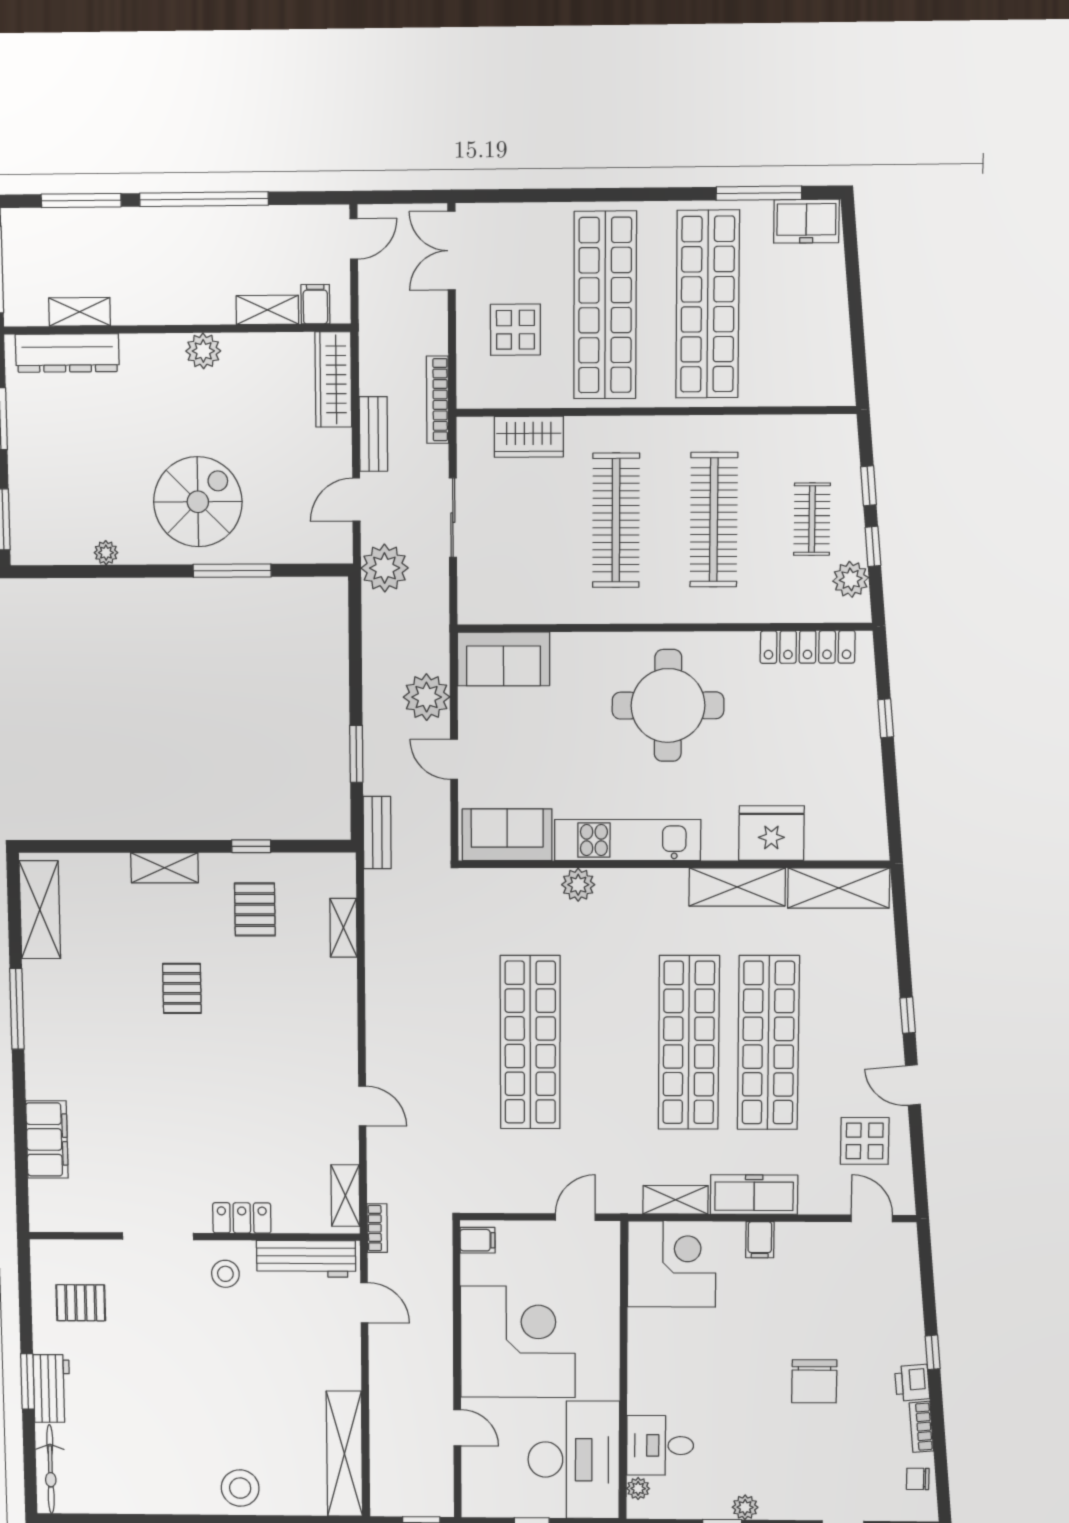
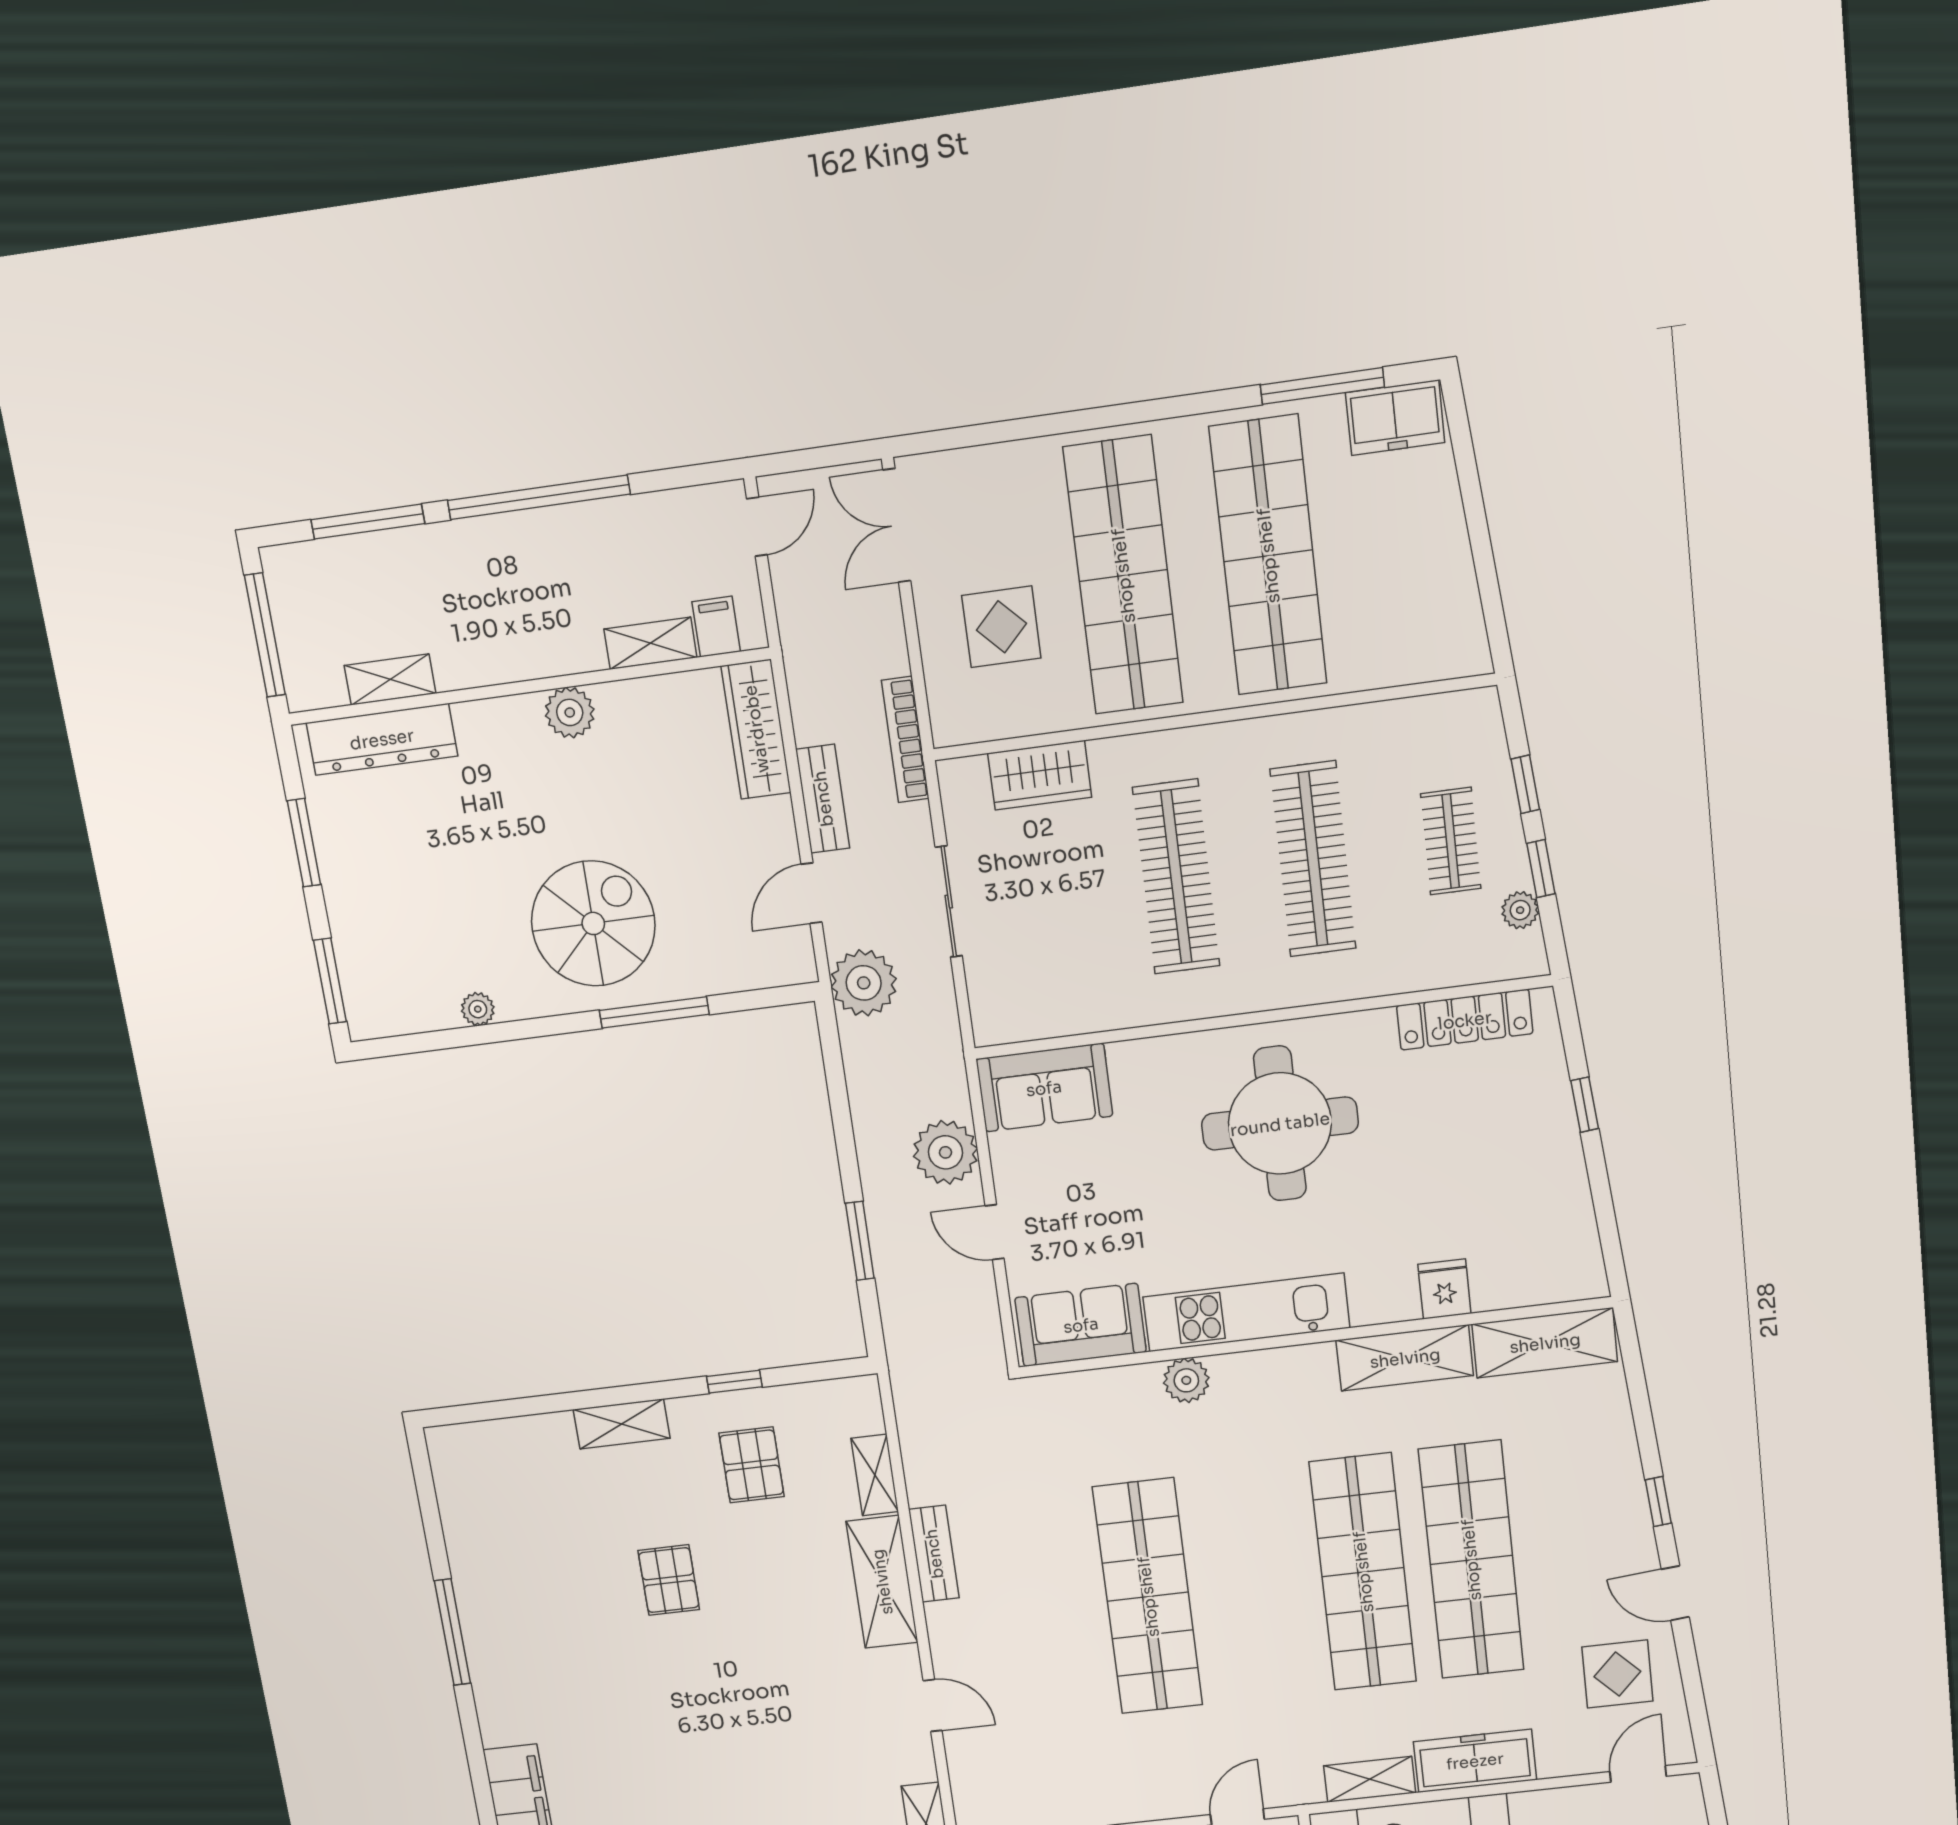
plant: (851, 579) -> (1520, 910), width x0.73, depth x0.73
bench: (377, 833) -> (934, 1554), moved
fridge: (771, 833) -> (1444, 1289), width x0.53, depth x0.75
shelving: (40, 910) -> (882, 1582), moved
door: (872, 1218) -> (1638, 1774), hinge flipped

